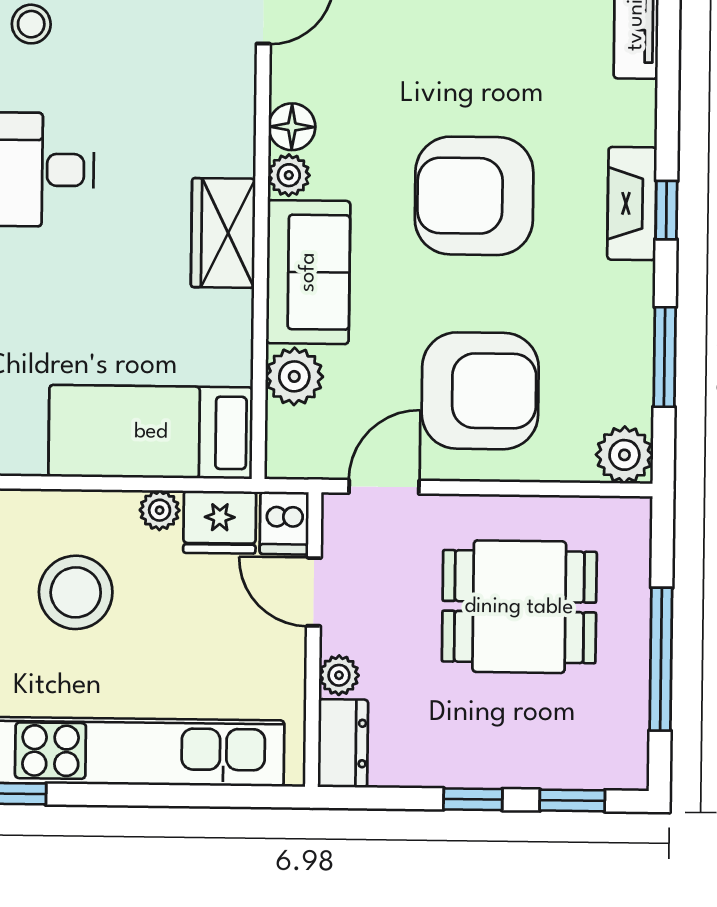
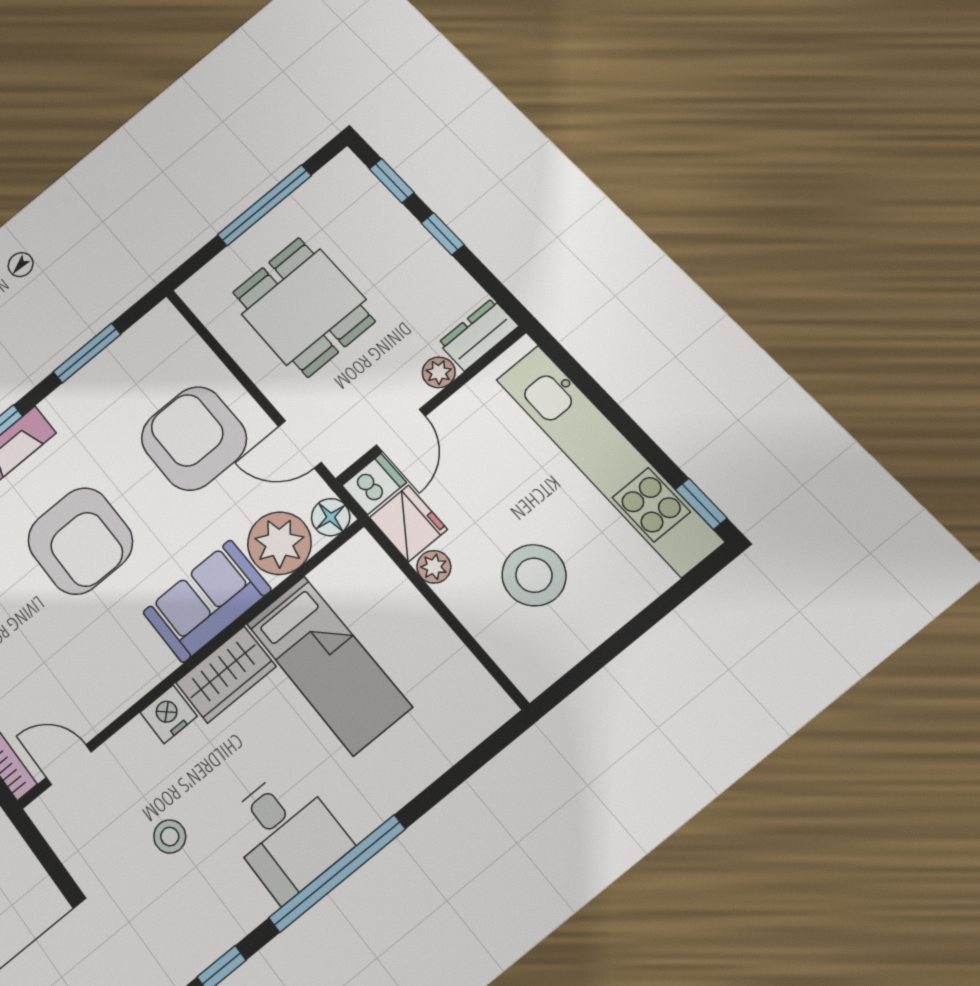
stool: (31, 24) -> (170, 836), moved
floor lamp: (292, 127) -> (331, 517), moved
nightstand: (231, 148) -> (169, 714), added
plant: (289, 175) -> (157, 664), removed
plant: (294, 376) -> (279, 543), width x1.36, depth x1.36
bed: (151, 432) -> (328, 665), moved
plant: (624, 455) -> (163, 326), removed

